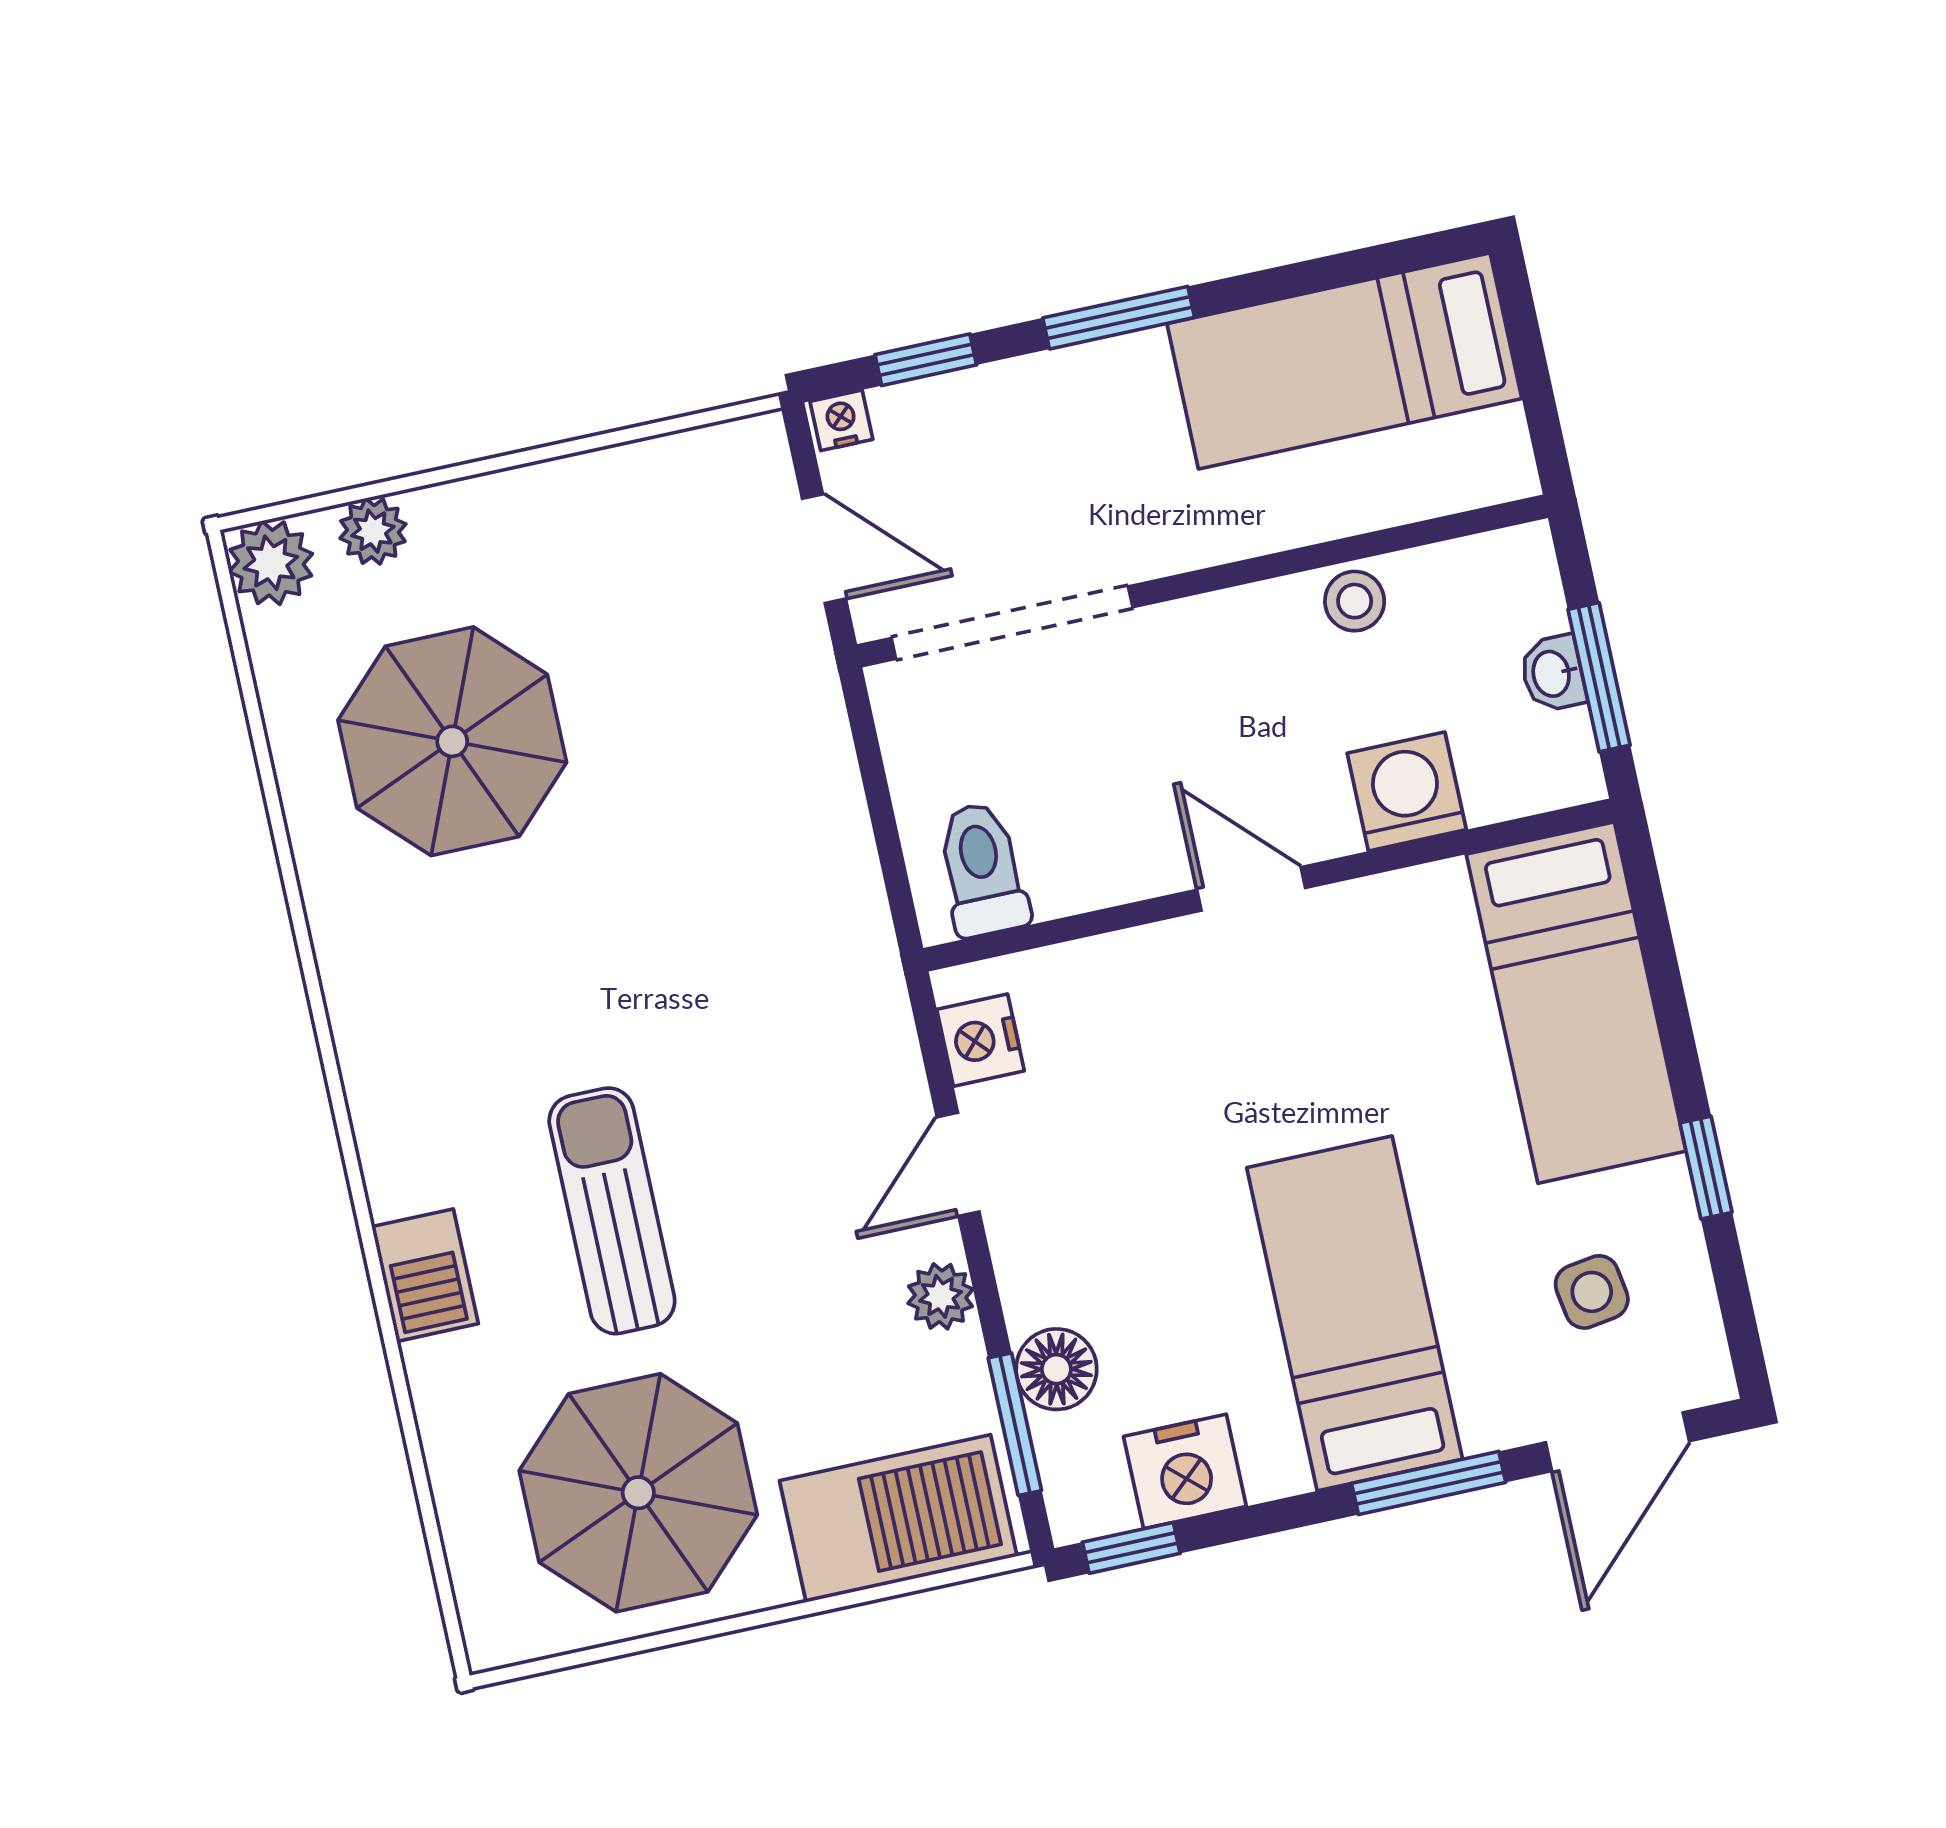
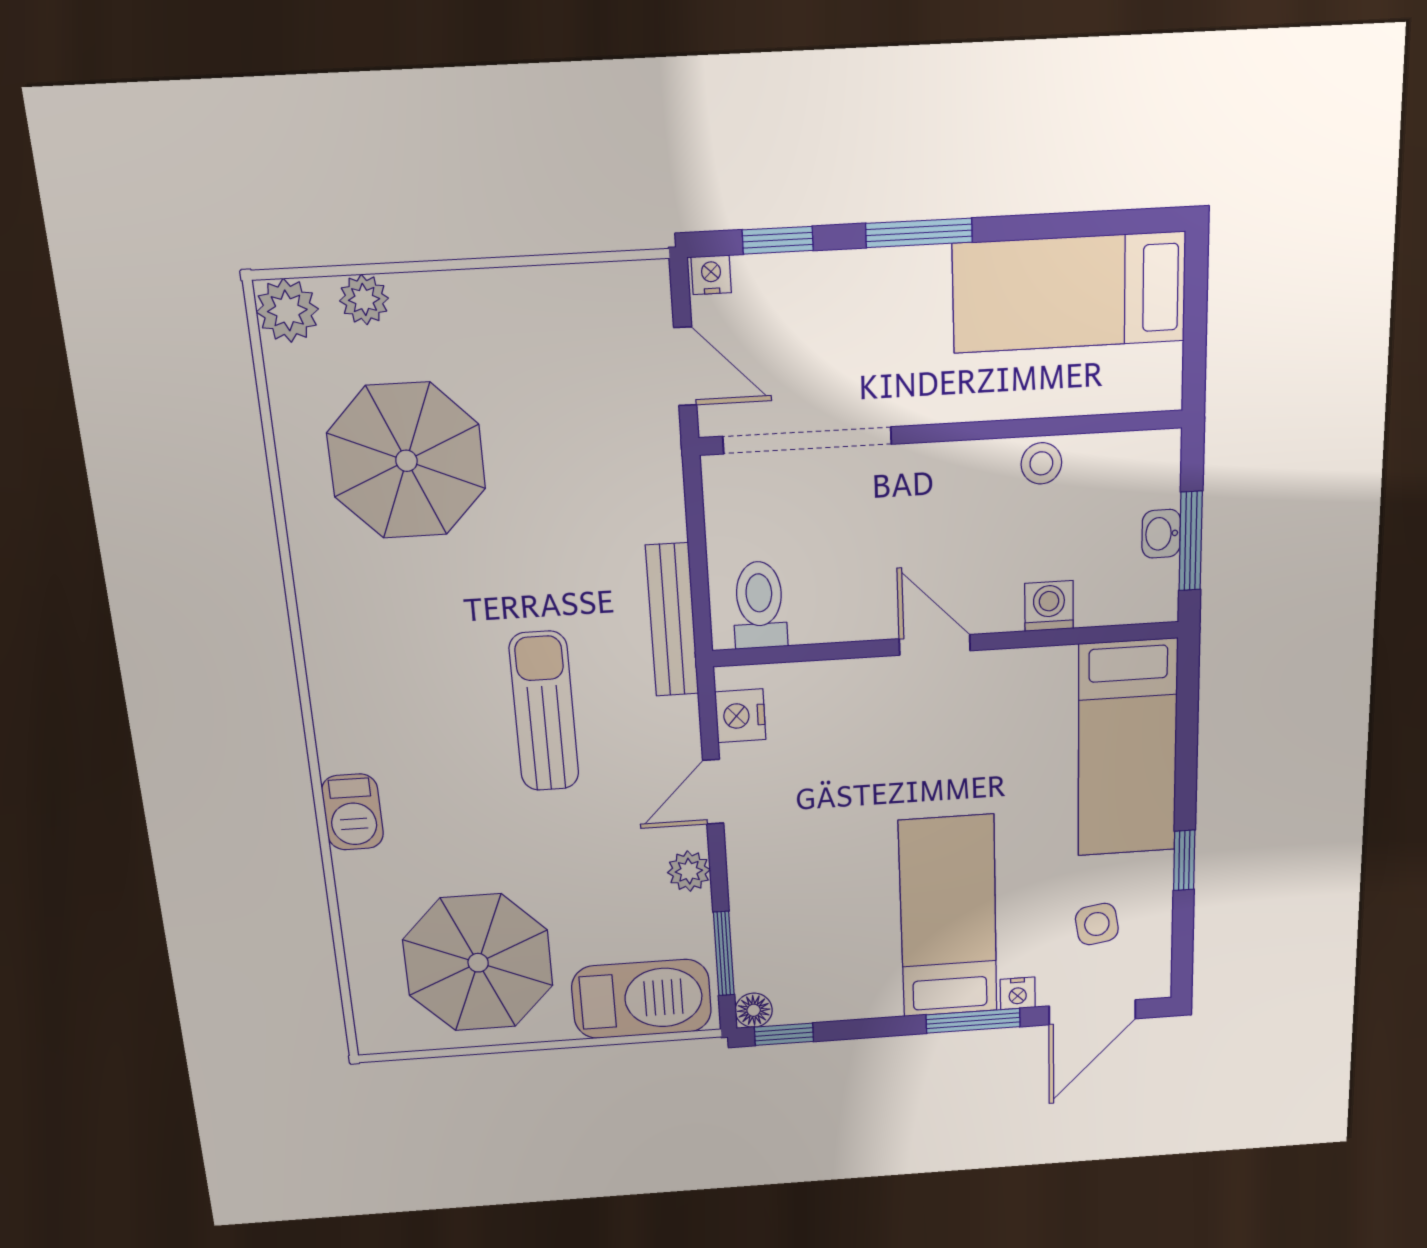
washing machine: (1407, 791) -> (1049, 606), width x0.73, depth x0.73
bench: (858, 911) -> (672, 620), added
sun lounger: (612, 1211) -> (544, 711), moved
floor lamp: (1056, 1369) -> (754, 1010), moved, width x0.73, depth x0.73
nightstand: (1185, 1471) -> (1018, 993), moved, width x0.53, depth x0.56

